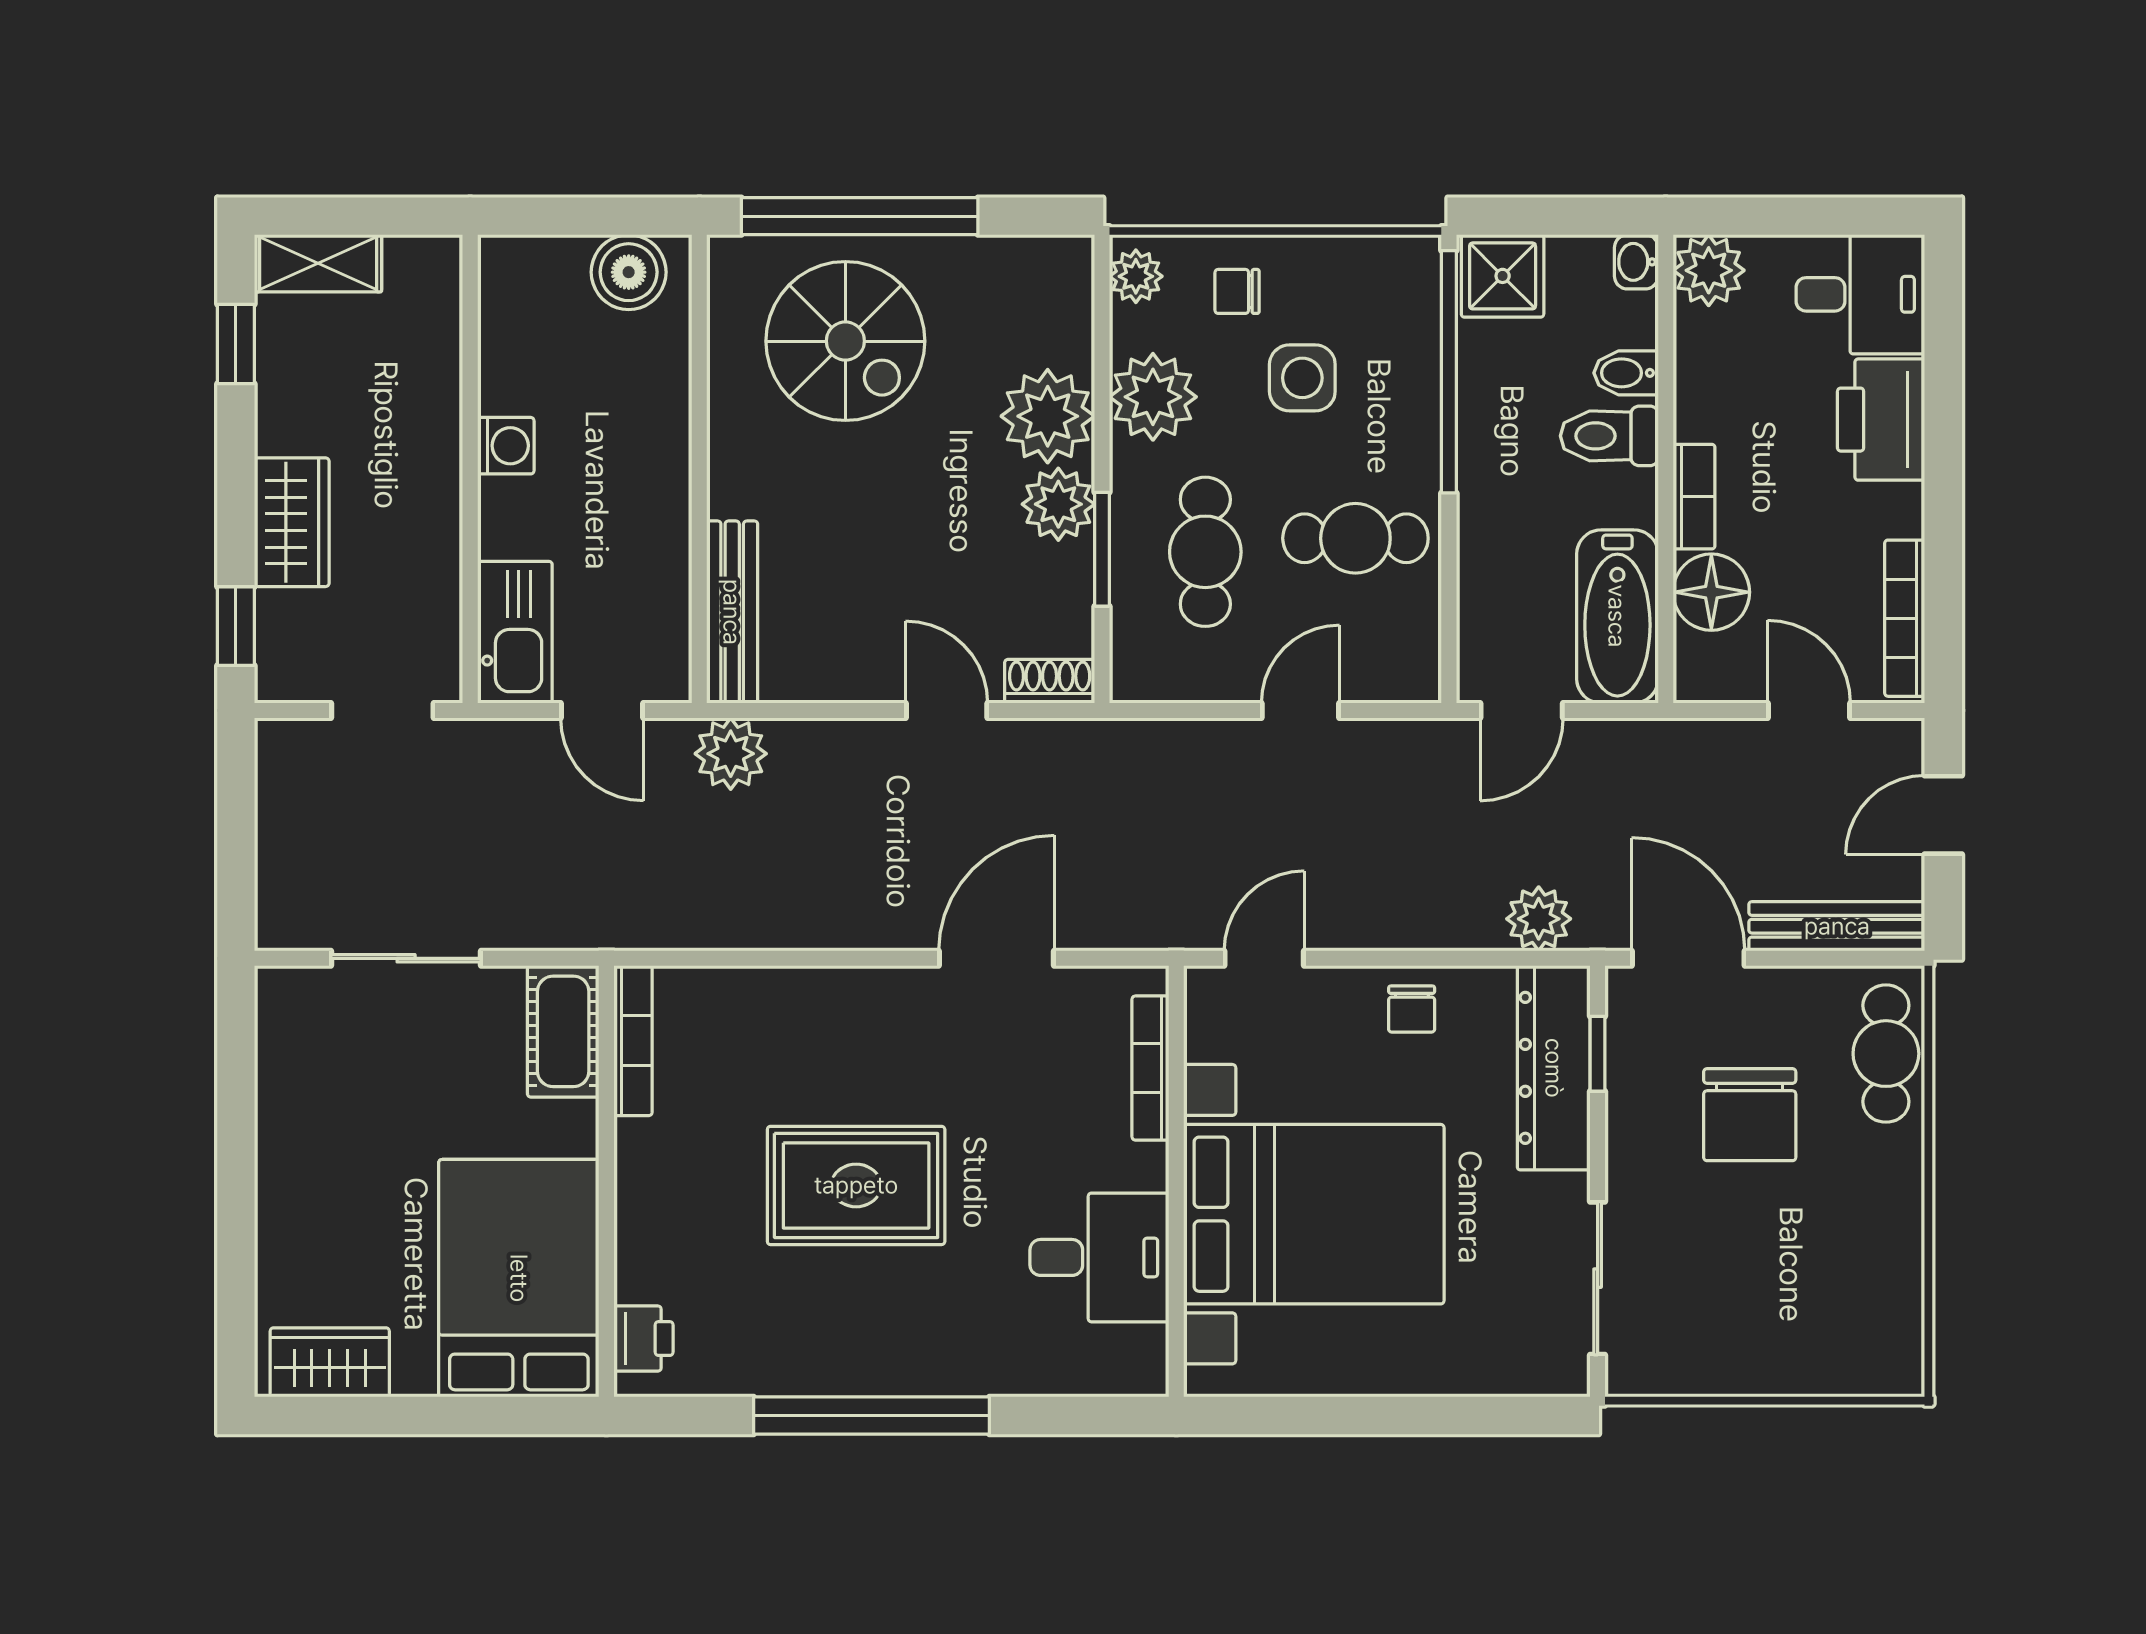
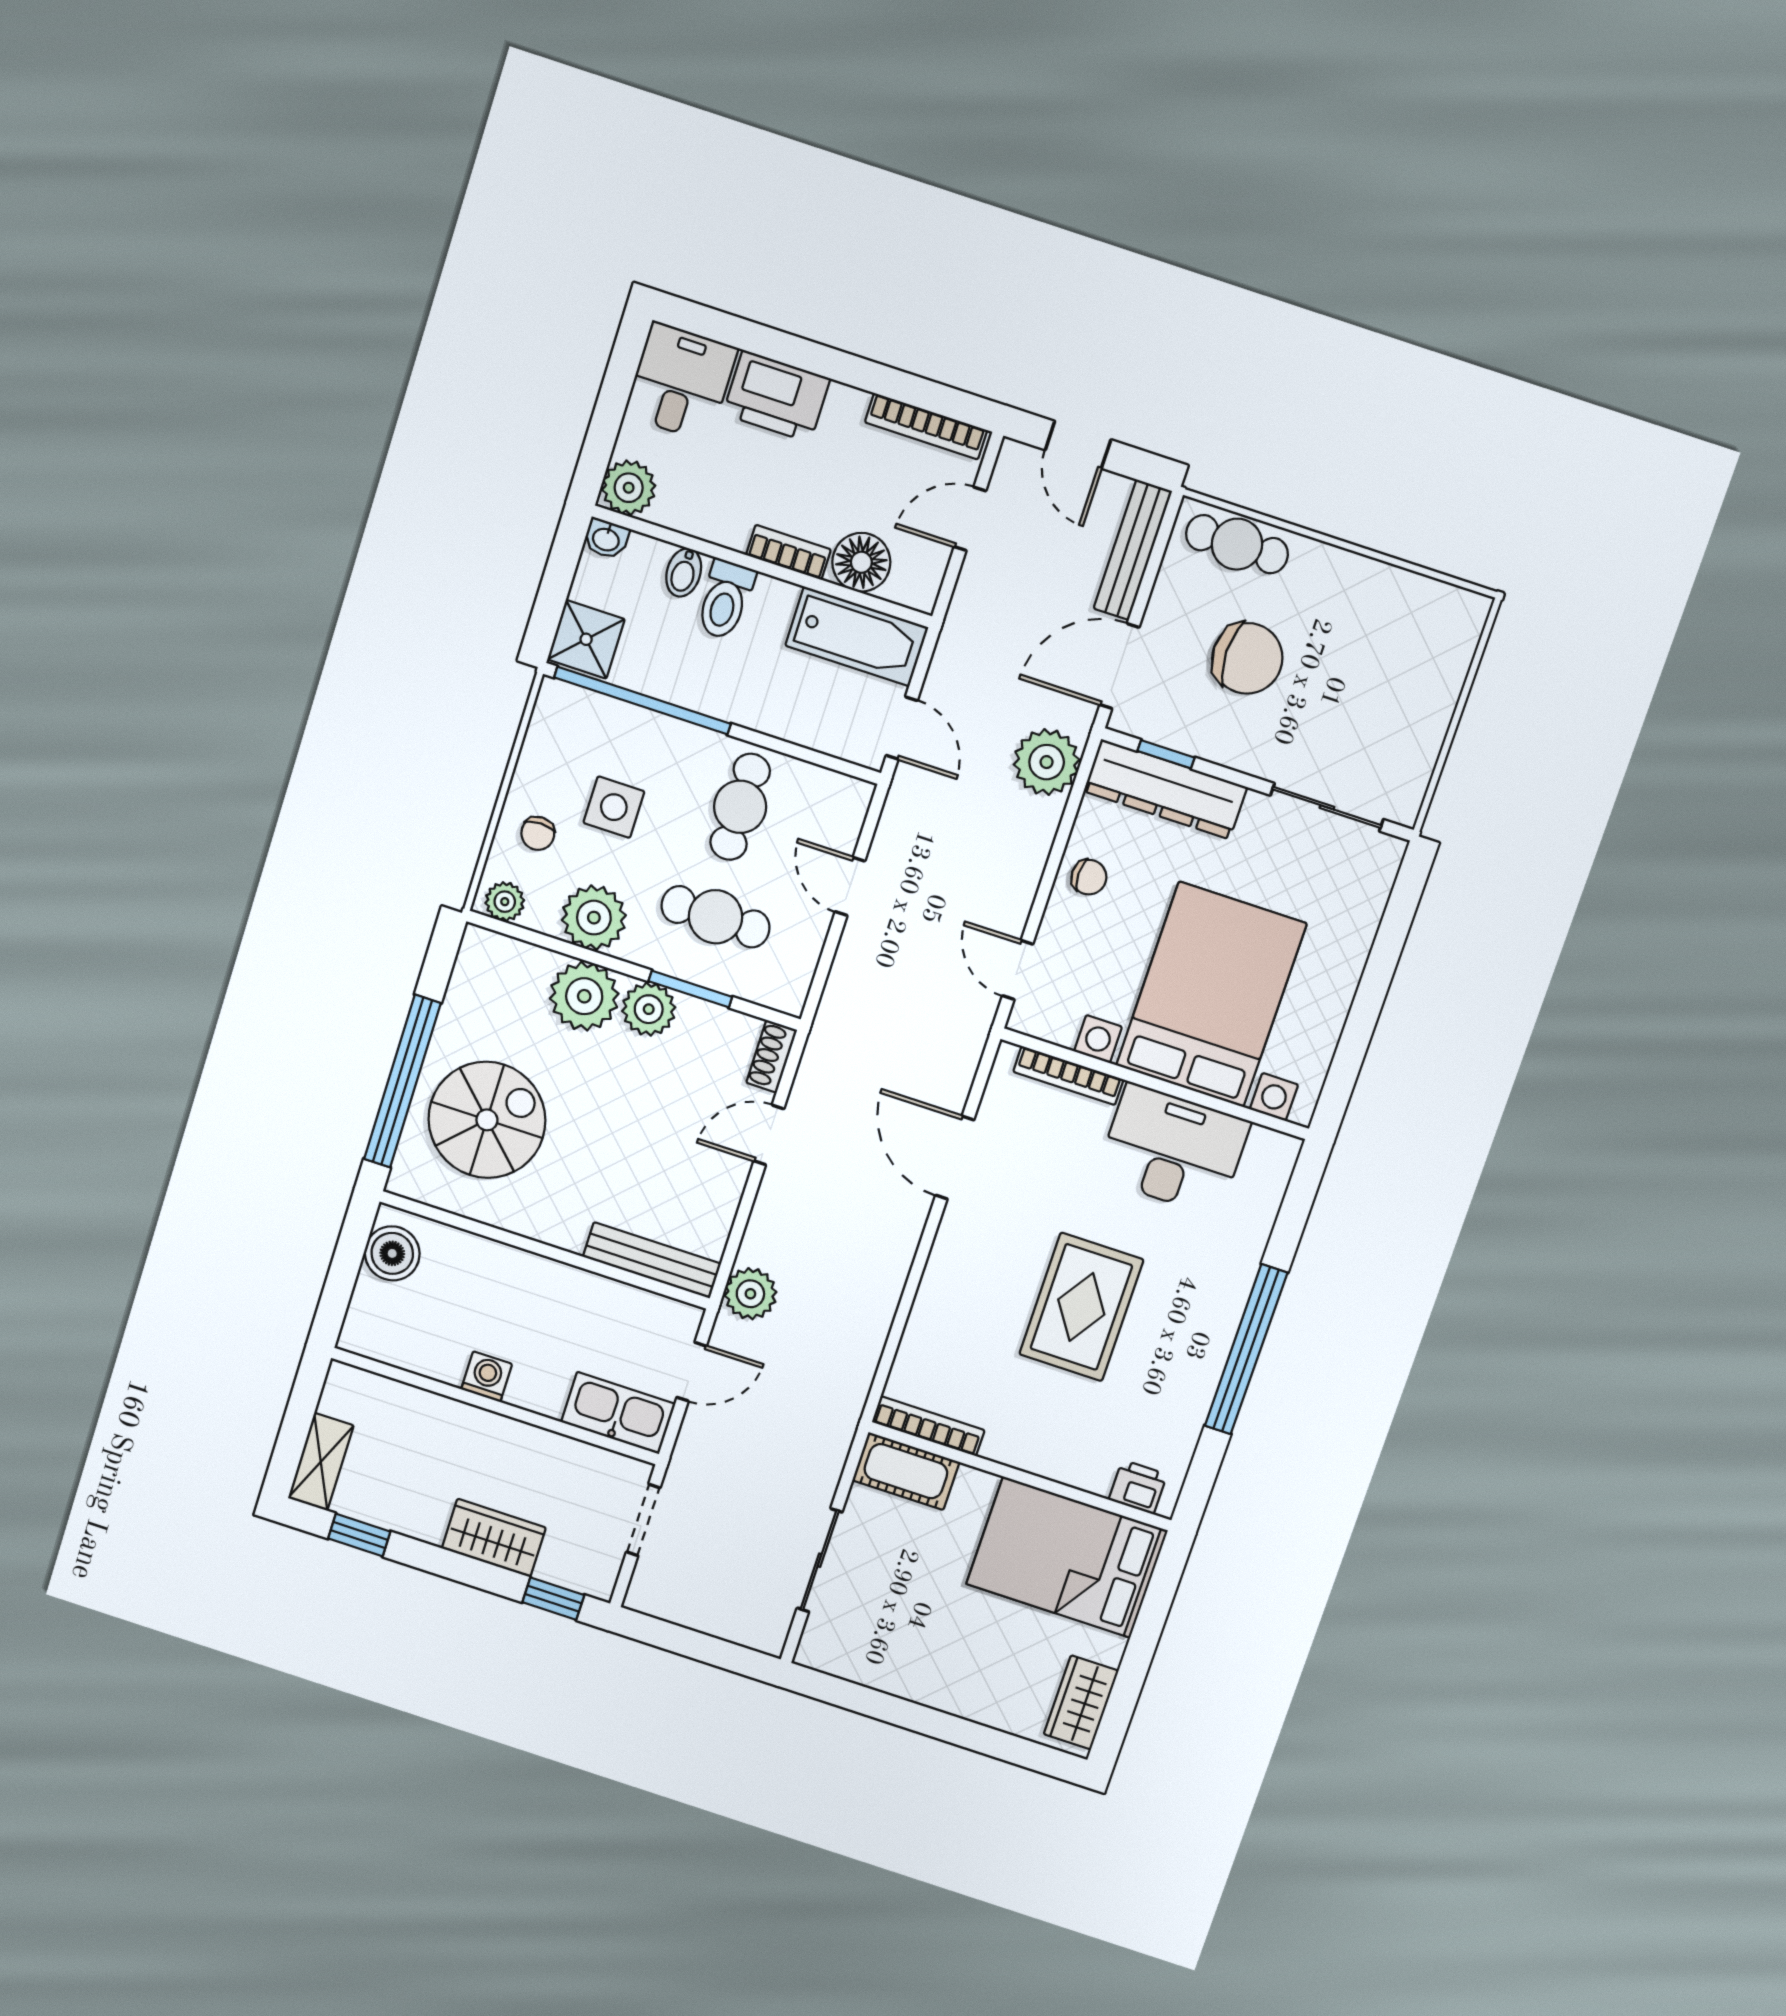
plant: (1539, 919) -> (1047, 762), width x1.36, depth x1.36
desk: (1099, 1257) -> (1173, 1150), width x1.37

